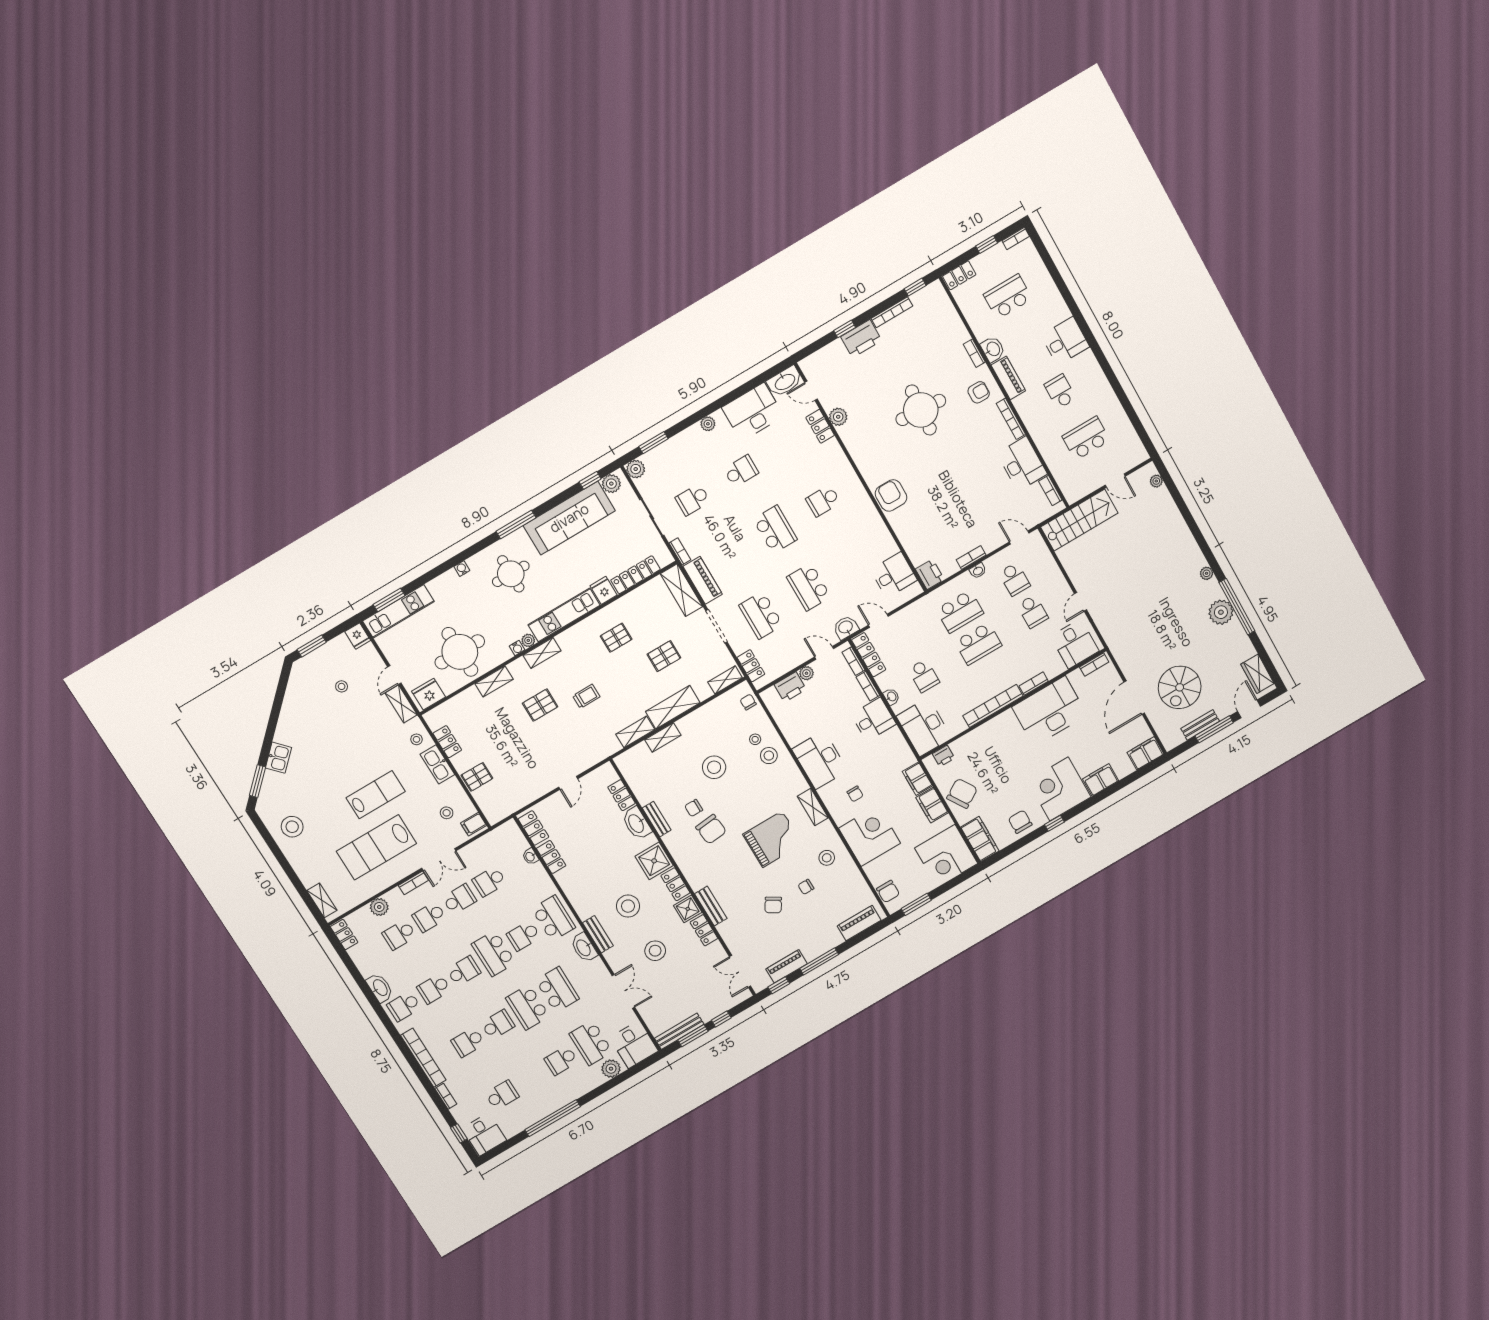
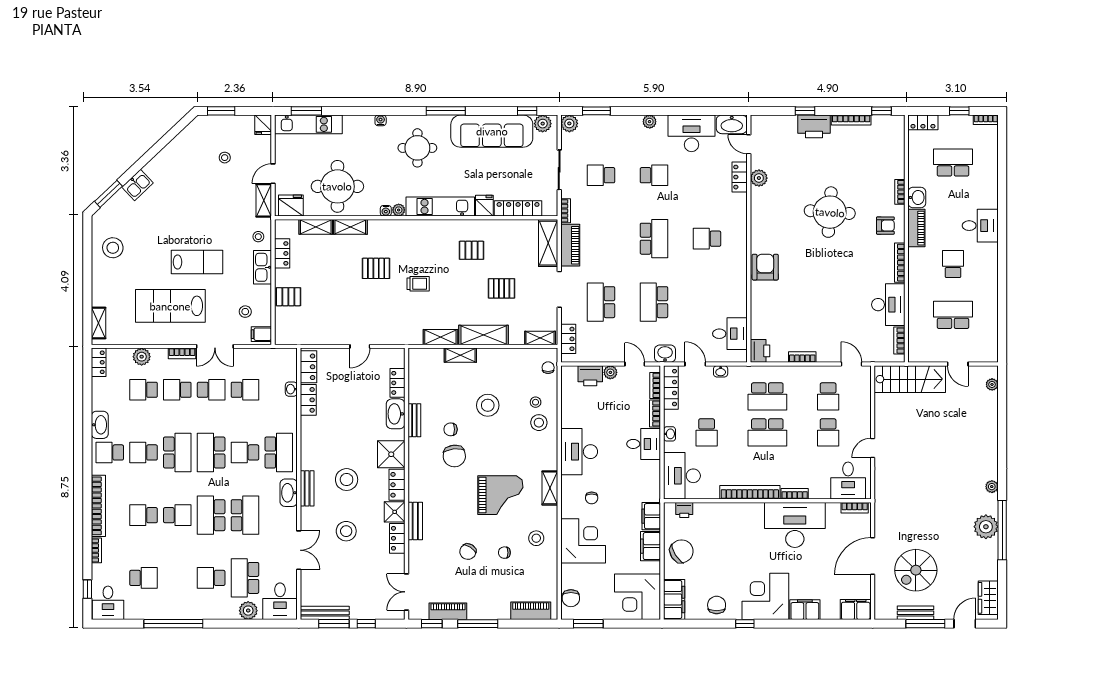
washbasin: (978, 571) -> (721, 371), moved
shelving: (542, 653) -> (316, 227), moved
school desk: (489, 881) -> (245, 390), turned 180
school desk: (464, 971) -> (177, 452), width x1.85

